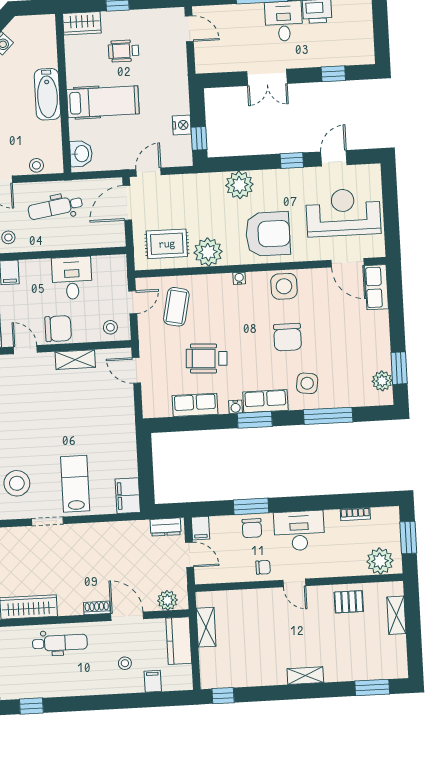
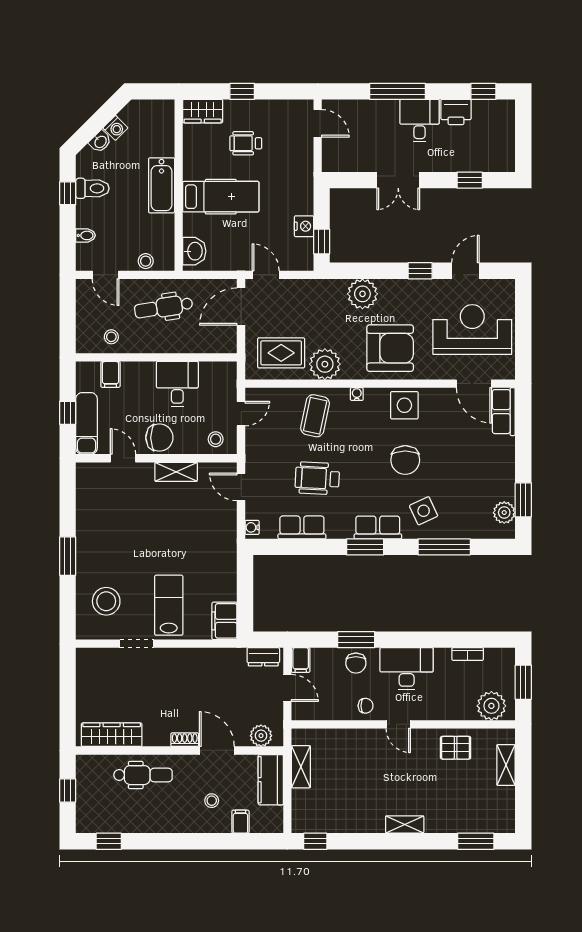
door: (149, 172) -> (266, 275), hinge flipped
coffee table: (176, 307) -> (315, 416), moved
side table: (307, 383) -> (424, 511), turned -33
water cooler: (236, 407) -> (252, 527), moved, turned 90

